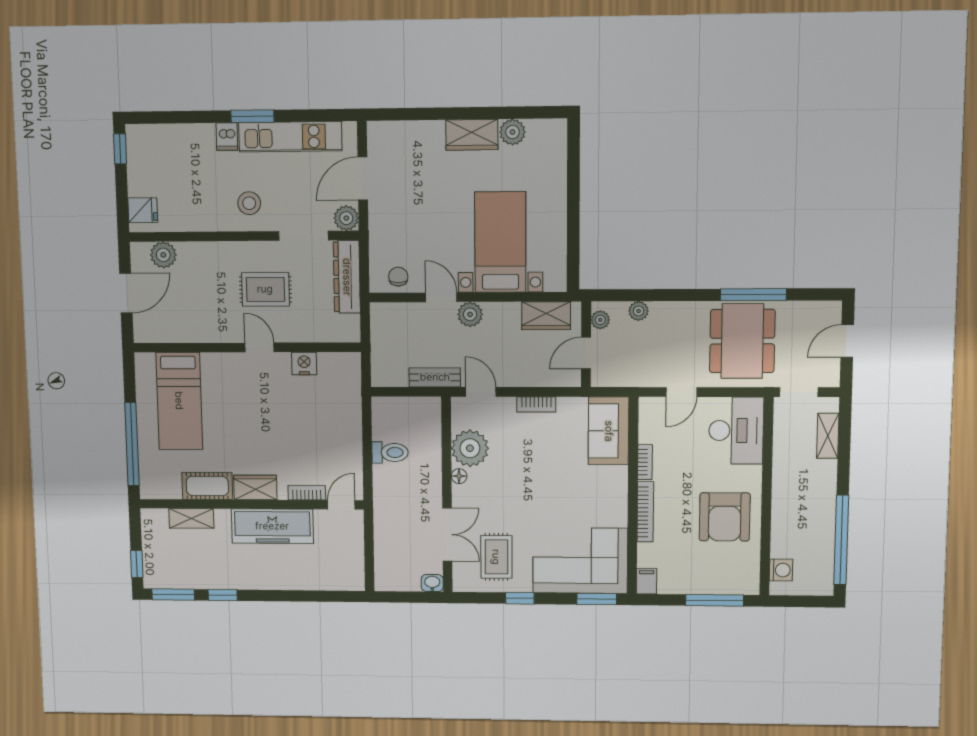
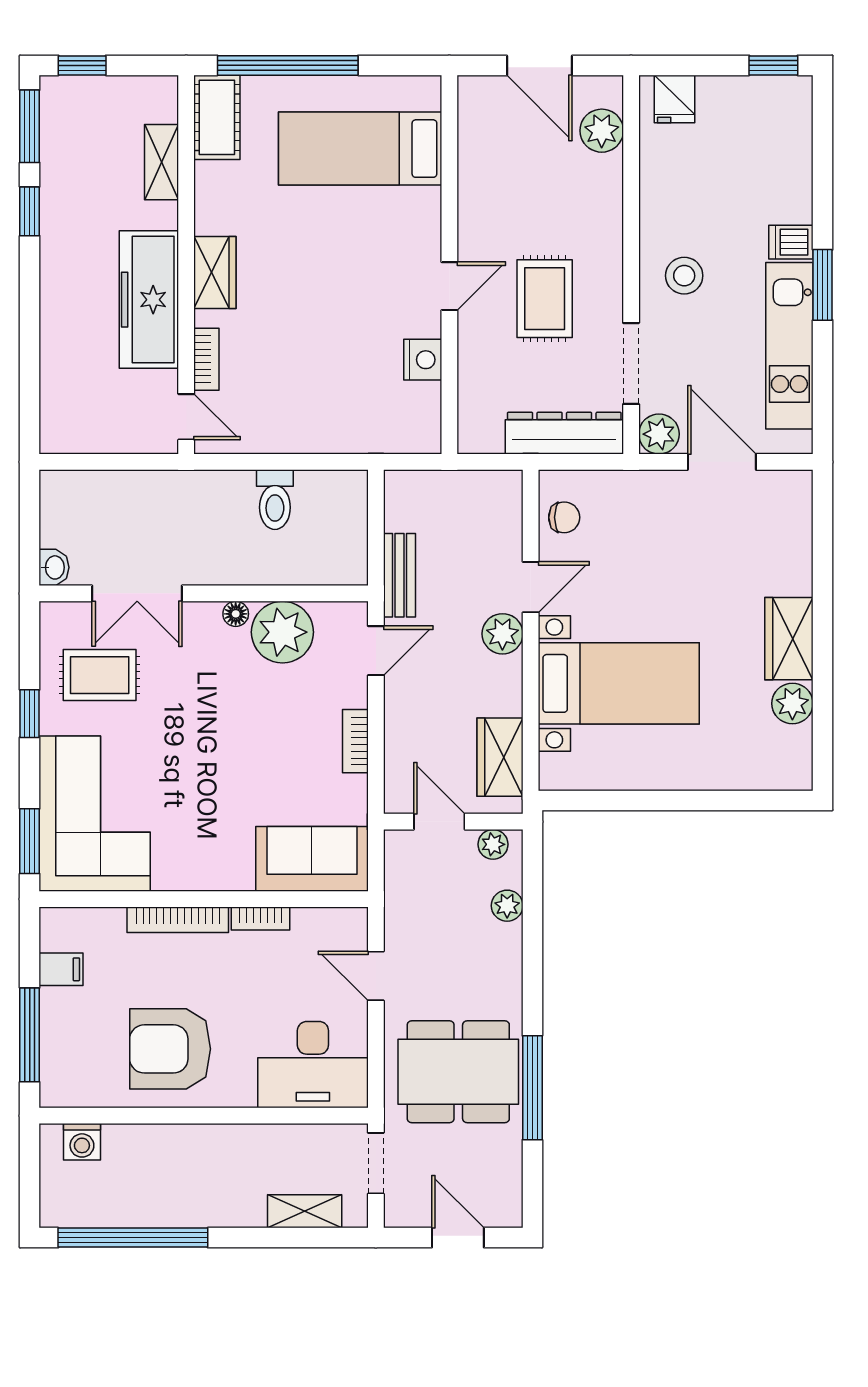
cot: (207, 486) -> (217, 117), moved
filing cabinet: (647, 581) -> (61, 969), moved

